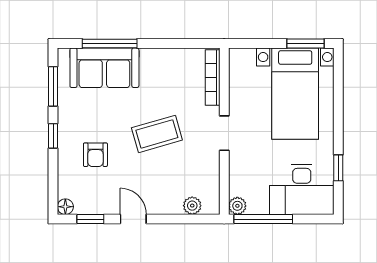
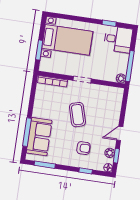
window: (306, 43) -> (39, 50), moved
window: (53, 136) -> (86, 171), moved
desk: (302, 189) -> (118, 39), width x0.73
plant: (192, 206) -> (110, 153), moved

